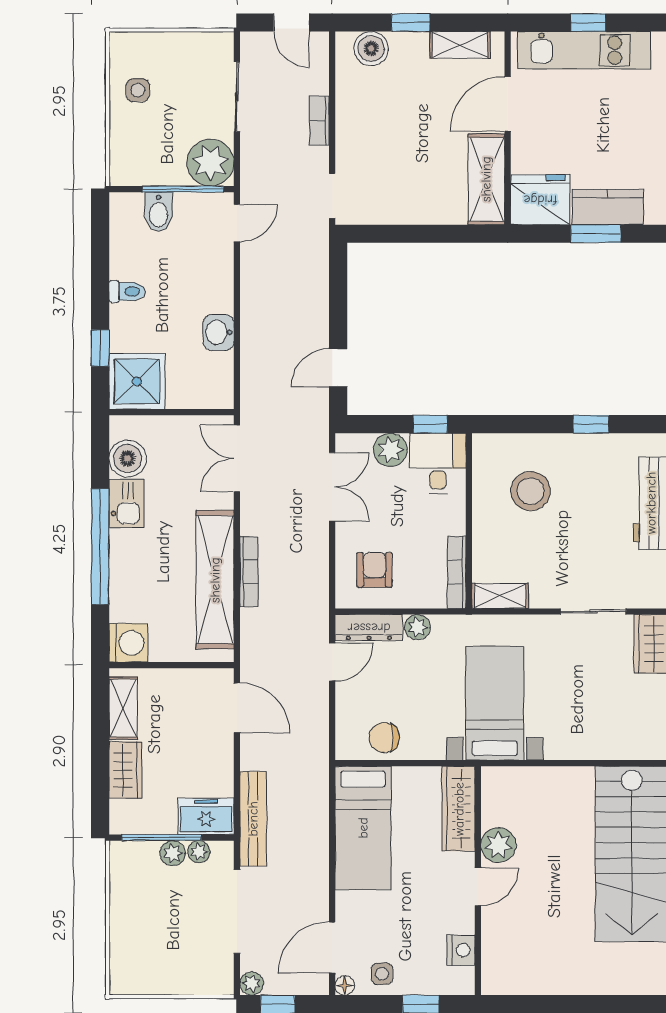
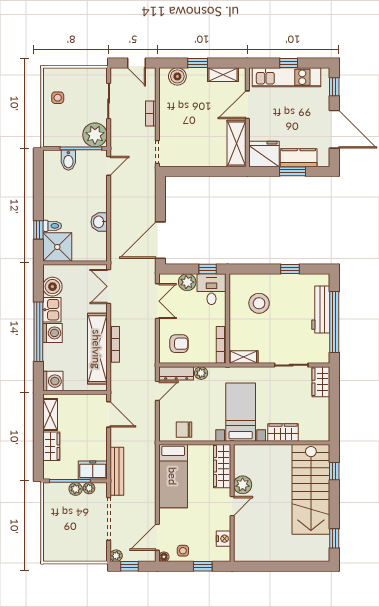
toilet: (127, 292) -> (52, 226), moved
door: (338, 368) -> (160, 240), width x1.88
washing machine: (128, 549) -> (53, 333), added
armchair: (374, 570) -> (179, 344), turned 90
wardrobe: (577, 743) -> (283, 432), added

